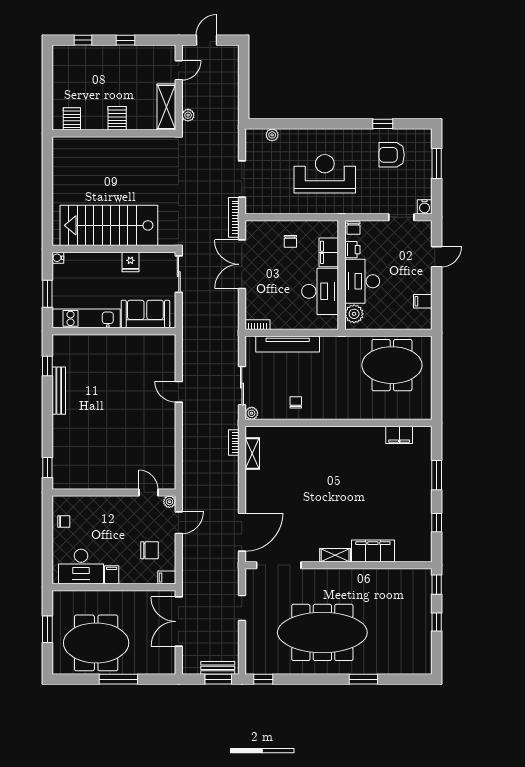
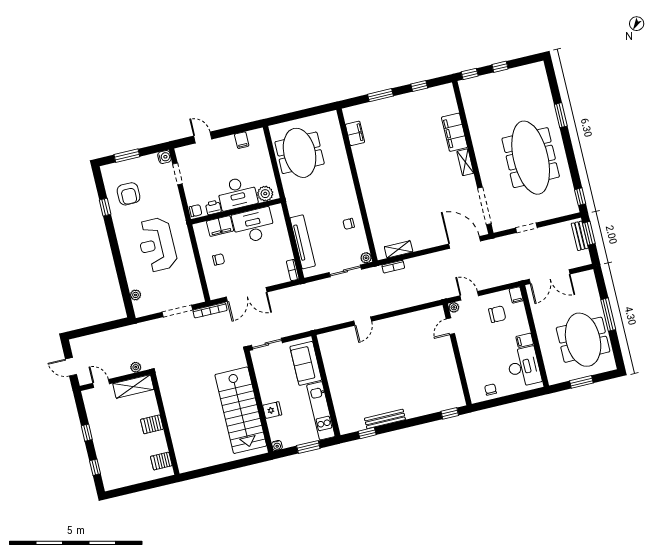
fridge: (130, 262) -> (272, 410), moved
chair: (150, 550) -> (497, 314), turned 90

